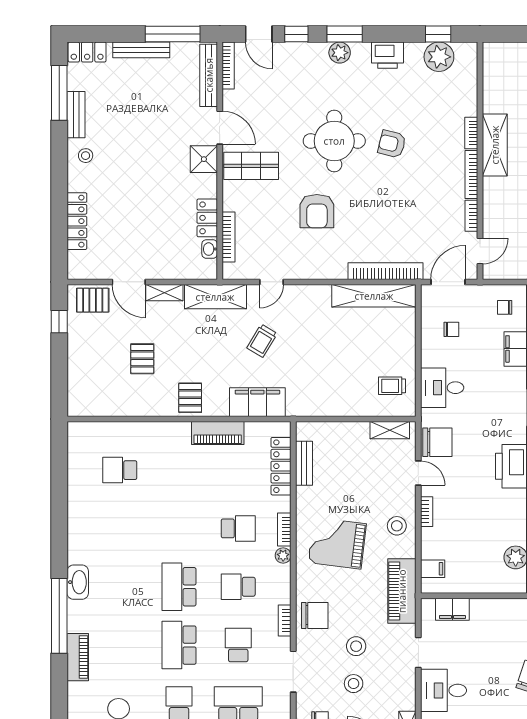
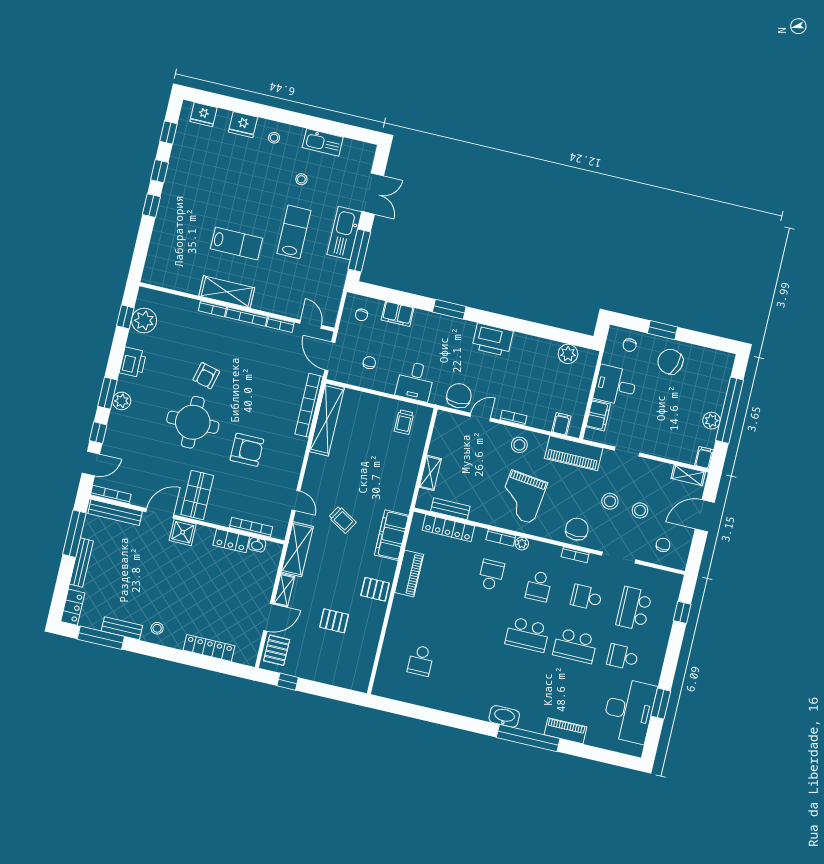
shelving: (390, 430) -> (430, 473), moved
desk: (444, 690) -> (615, 385), moved, turned 90

